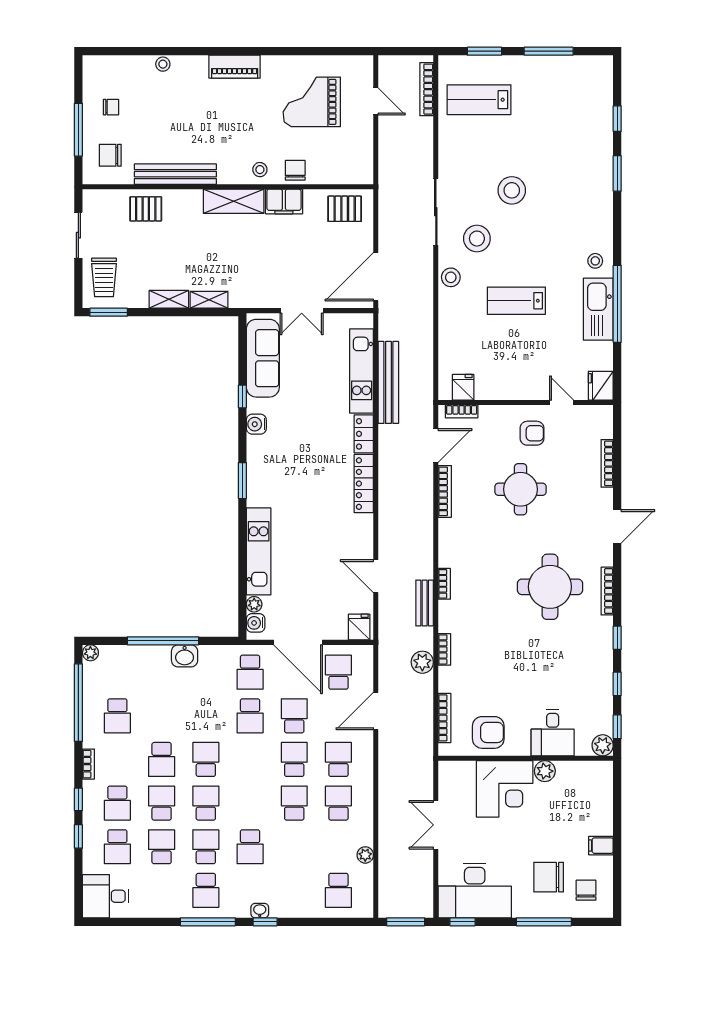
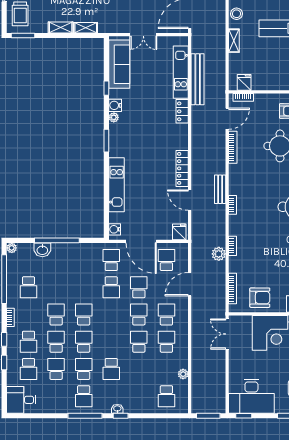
shelving: (447, 321) -> (234, 41), added
locker: (364, 484) -> (182, 168), moved
bench: (425, 603) -> (220, 189), moved
plant: (254, 604) -> (114, 117), moved
washbasin: (185, 656) -> (42, 250), moved
school desk: (250, 672) -> (111, 260), turned 180
school desk: (162, 759) -> (56, 314), turned 180
double door: (436, 825) -> (227, 334), moved

